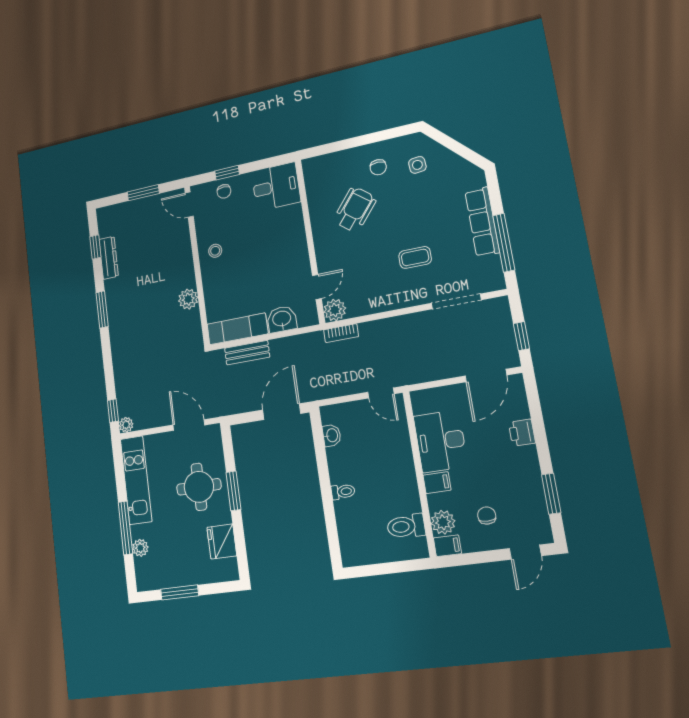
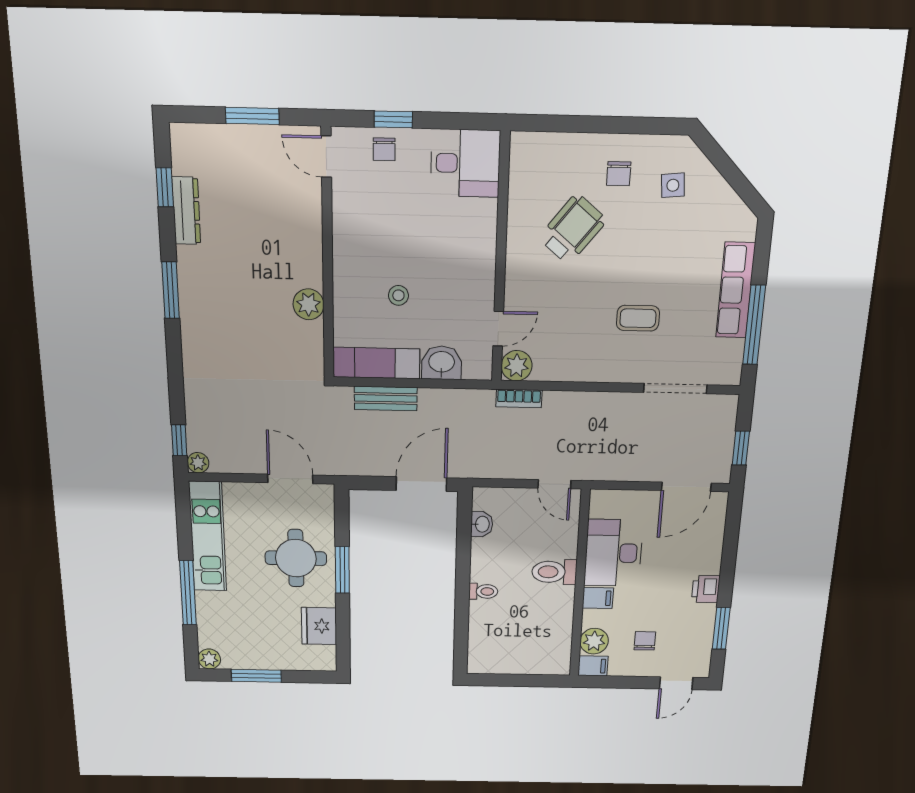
stool: (215, 251) -> (398, 295), moved
printer: (522, 433) -> (706, 589), moved
toilet: (406, 526) -> (554, 572), moved
plant: (140, 548) -> (209, 659), moved

